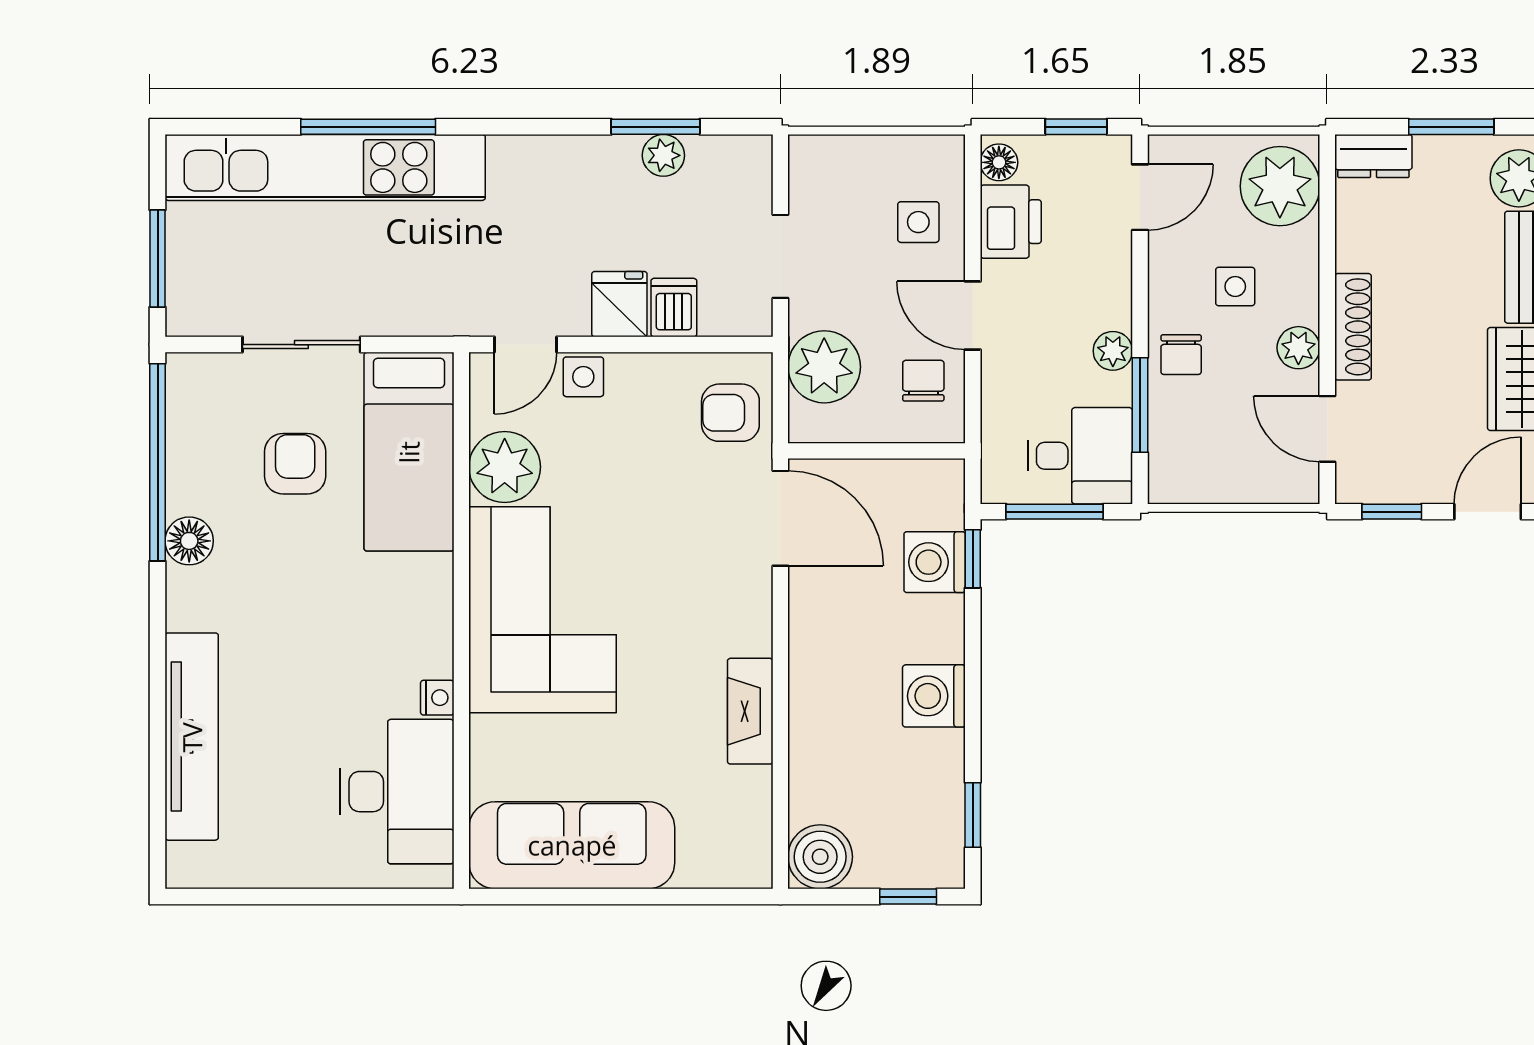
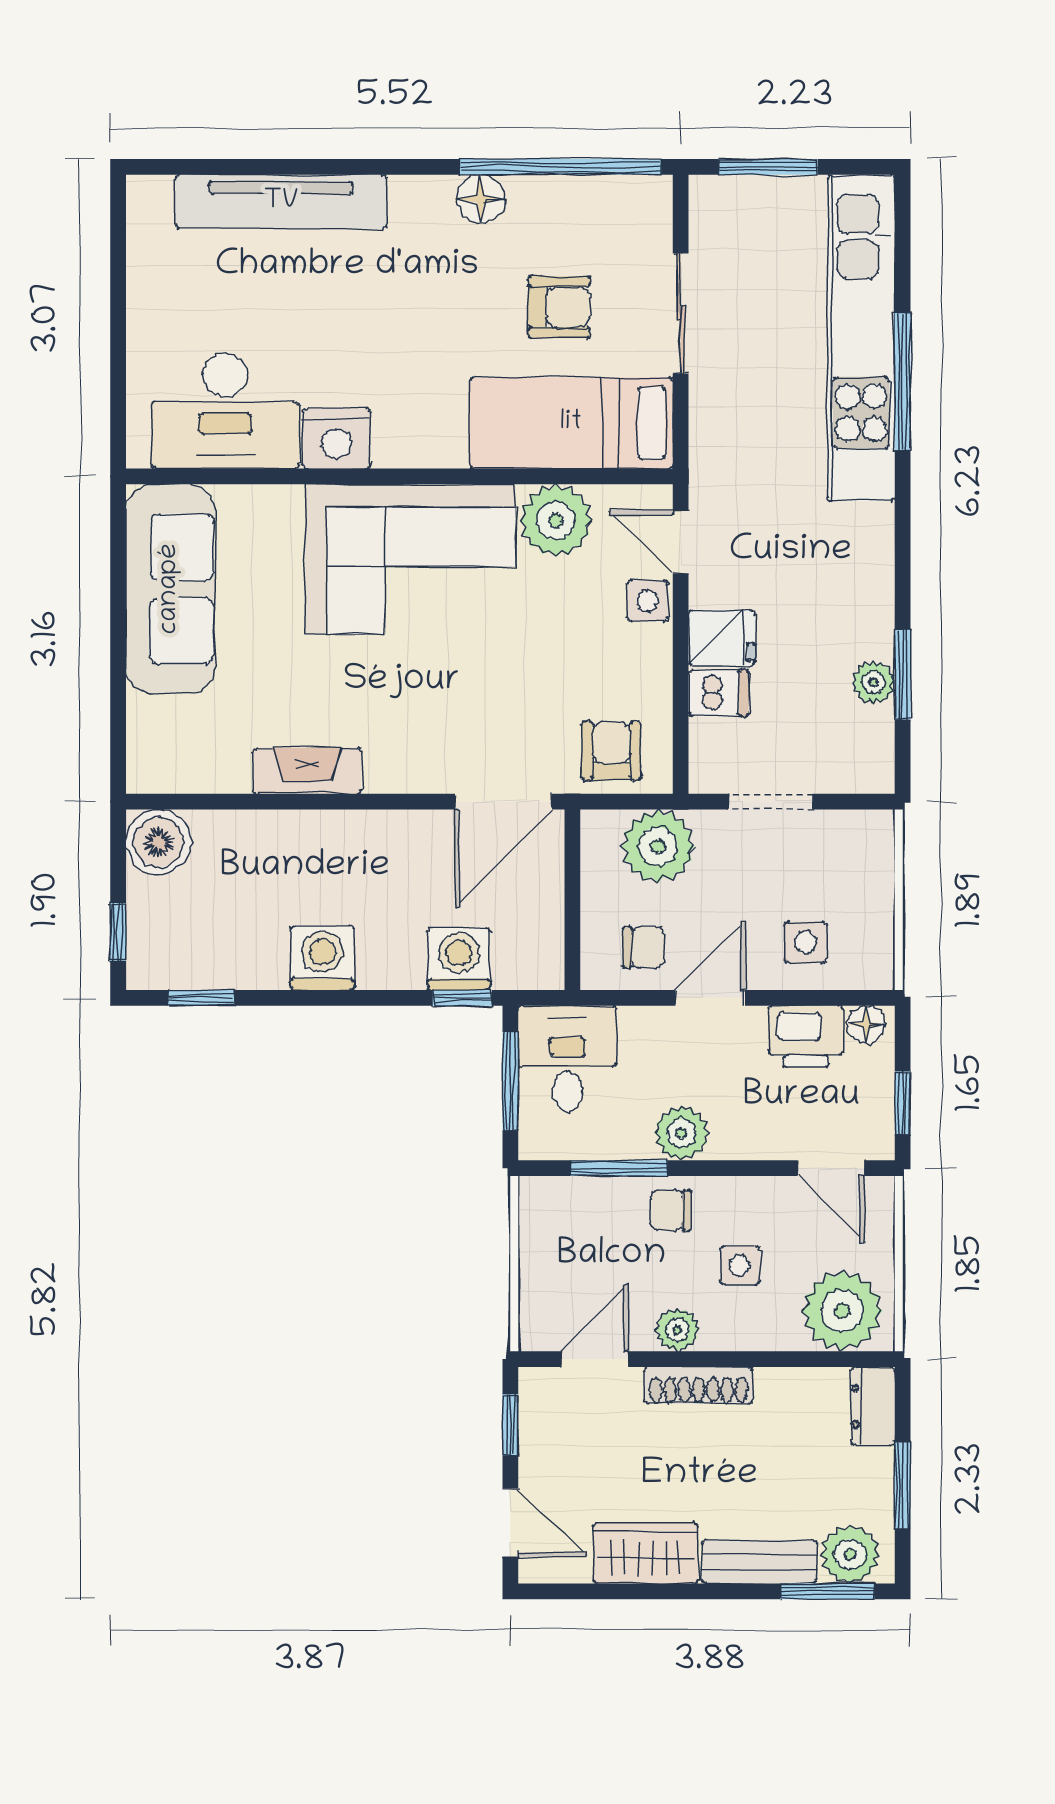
plant: (1113, 351) -> (682, 1133), width x1.38, depth x1.38
desk: (1080, 456) -> (567, 1059), moved, turned 180
nightstand: (437, 698) -> (337, 439), width x1.89, depth x1.79

